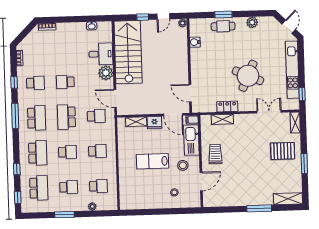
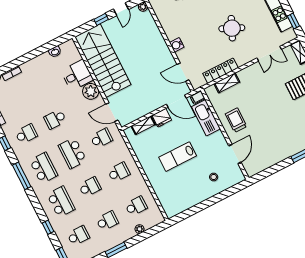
water cooler: (195, 42) -> (177, 45), moved
round table: (248, 76) -> (232, 28), width x0.73, depth x0.73
locker: (227, 106) -> (220, 71), width x1.53
double door: (269, 112) -> (269, 54), swing flipped
stool: (183, 165) -> (209, 147), removed
school desk: (39, 188) -> (78, 236), width x0.54

